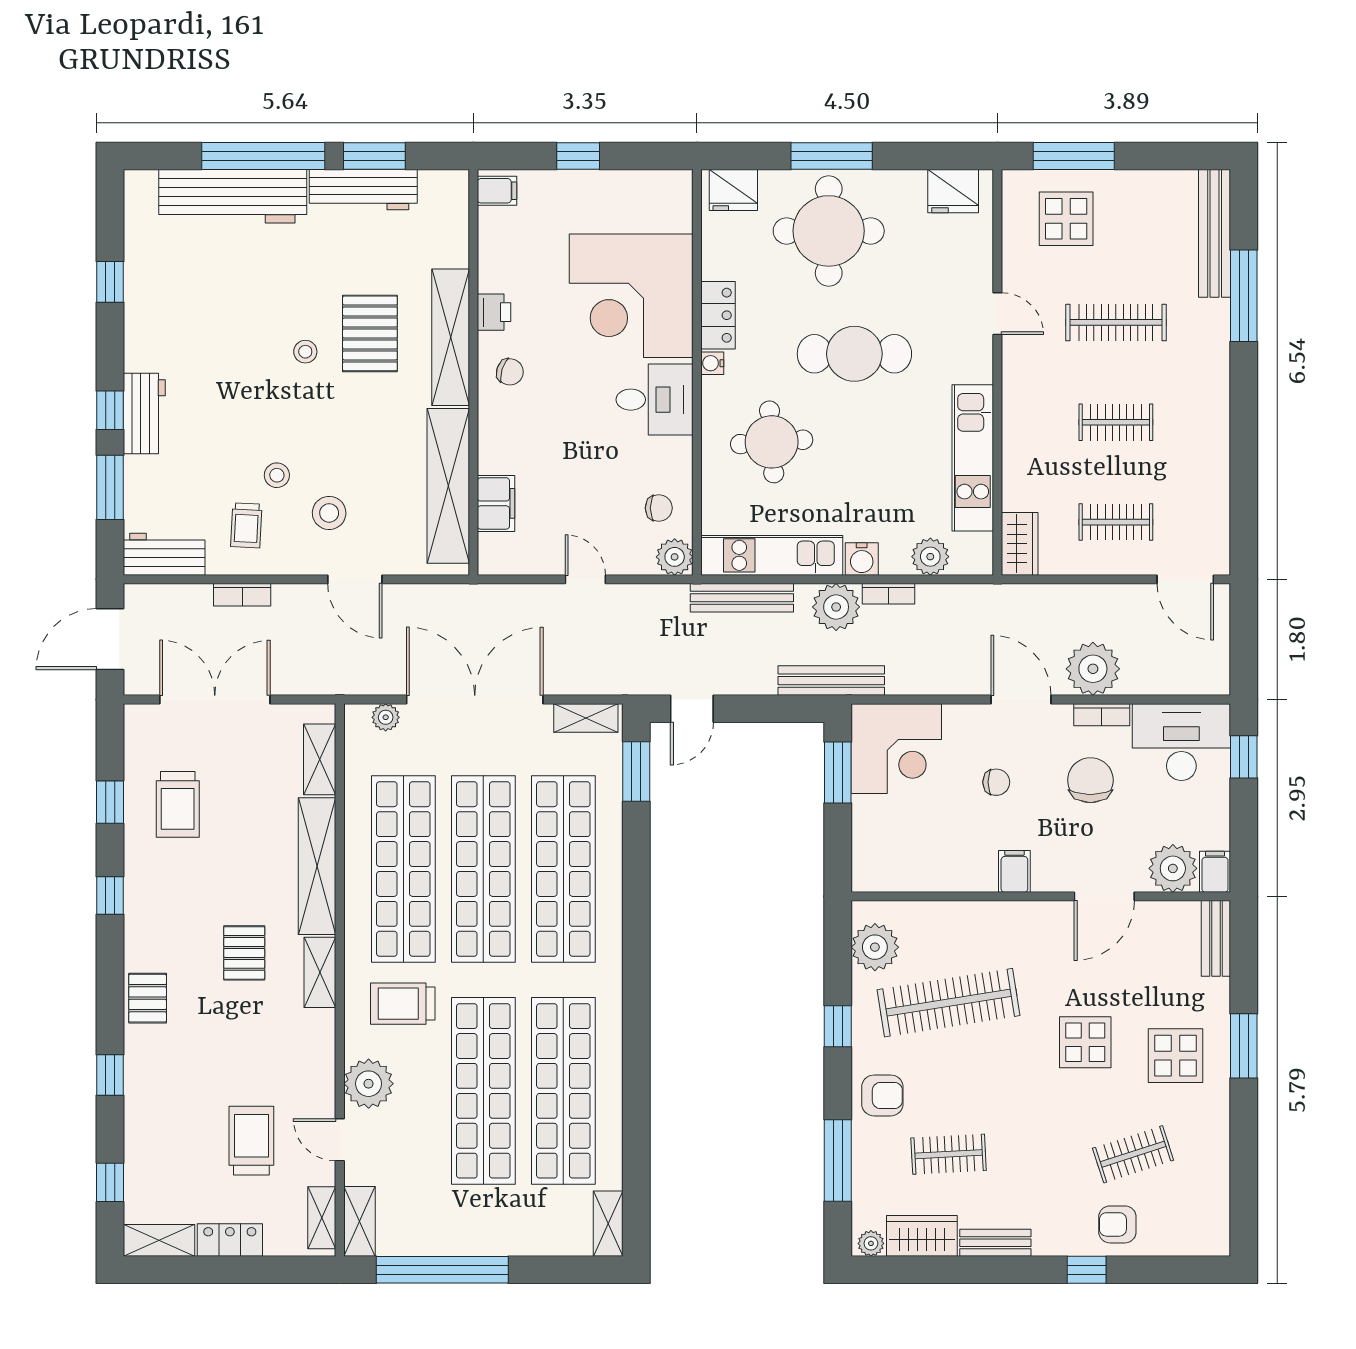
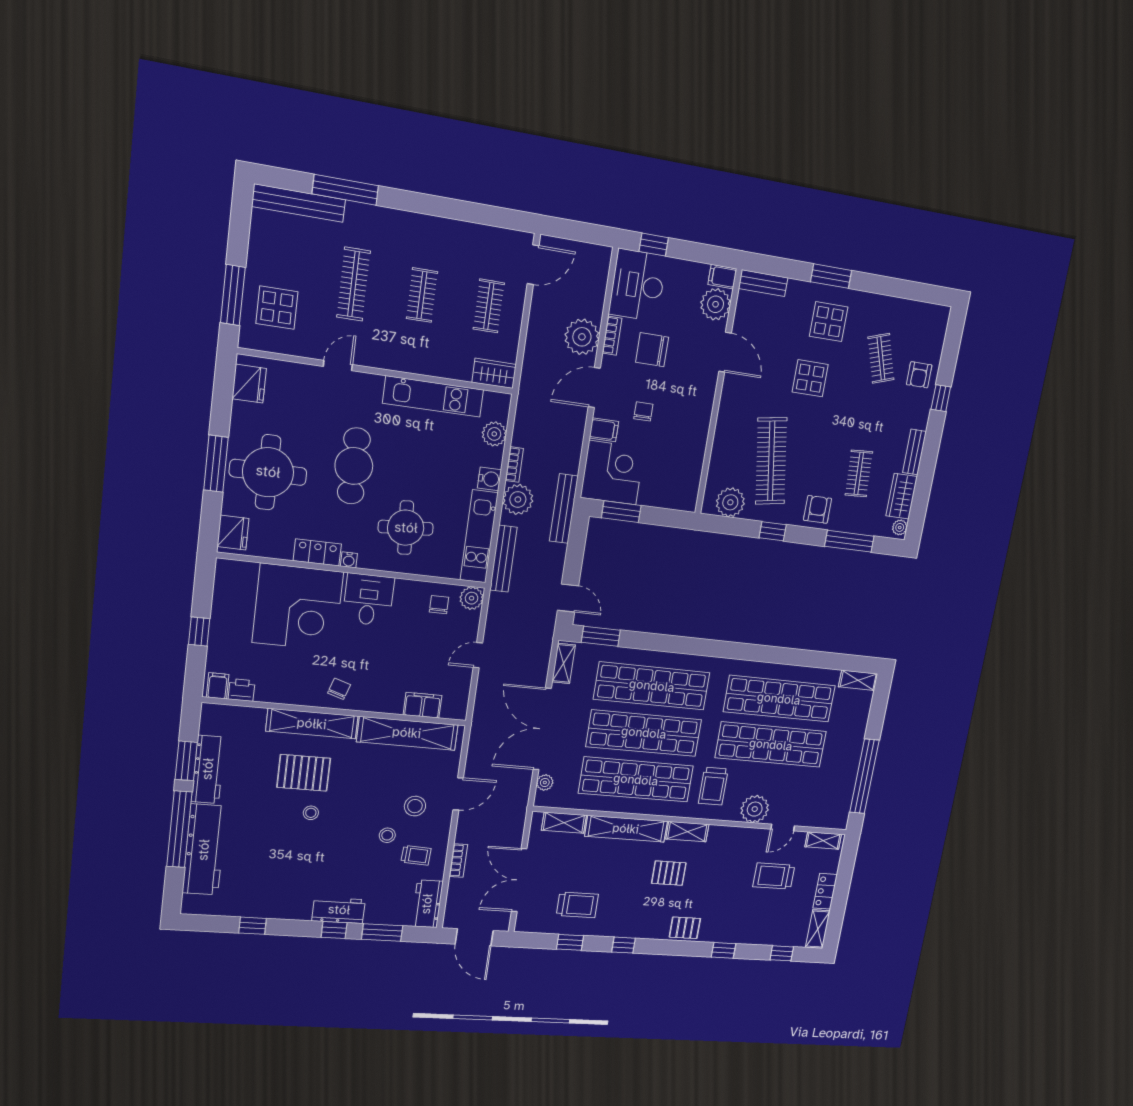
printer: (494, 312) -> (242, 690), moved
filing cabinet: (1014, 871) -> (604, 430), moved, turned 180
shelving: (359, 1221) -> (829, 820), removed

